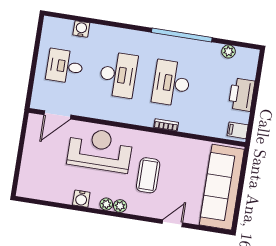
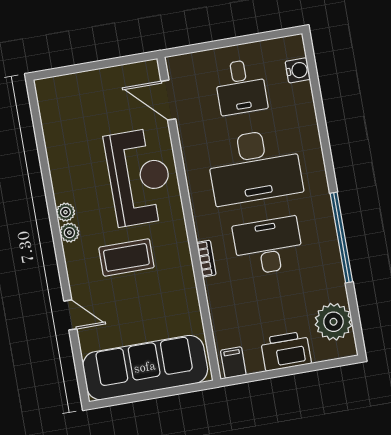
water cooler: (81, 29) -> (298, 70), moved
plant: (228, 51) -> (333, 322), width x1.87, depth x1.87
desk: (65, 66) -> (241, 87), turned 180
desk: (118, 75) -> (254, 166), width x1.36, depth x1.30
water cooler: (81, 199) -> (61, 174), removed

